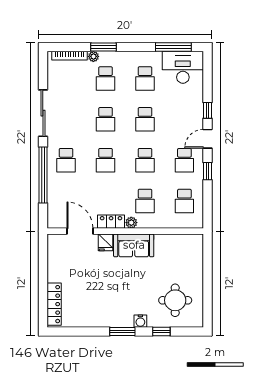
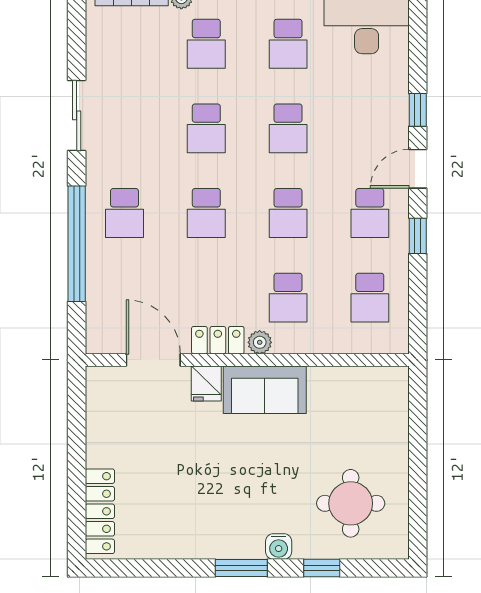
sliding door: (43, 113) -> (77, 115), width x0.73

